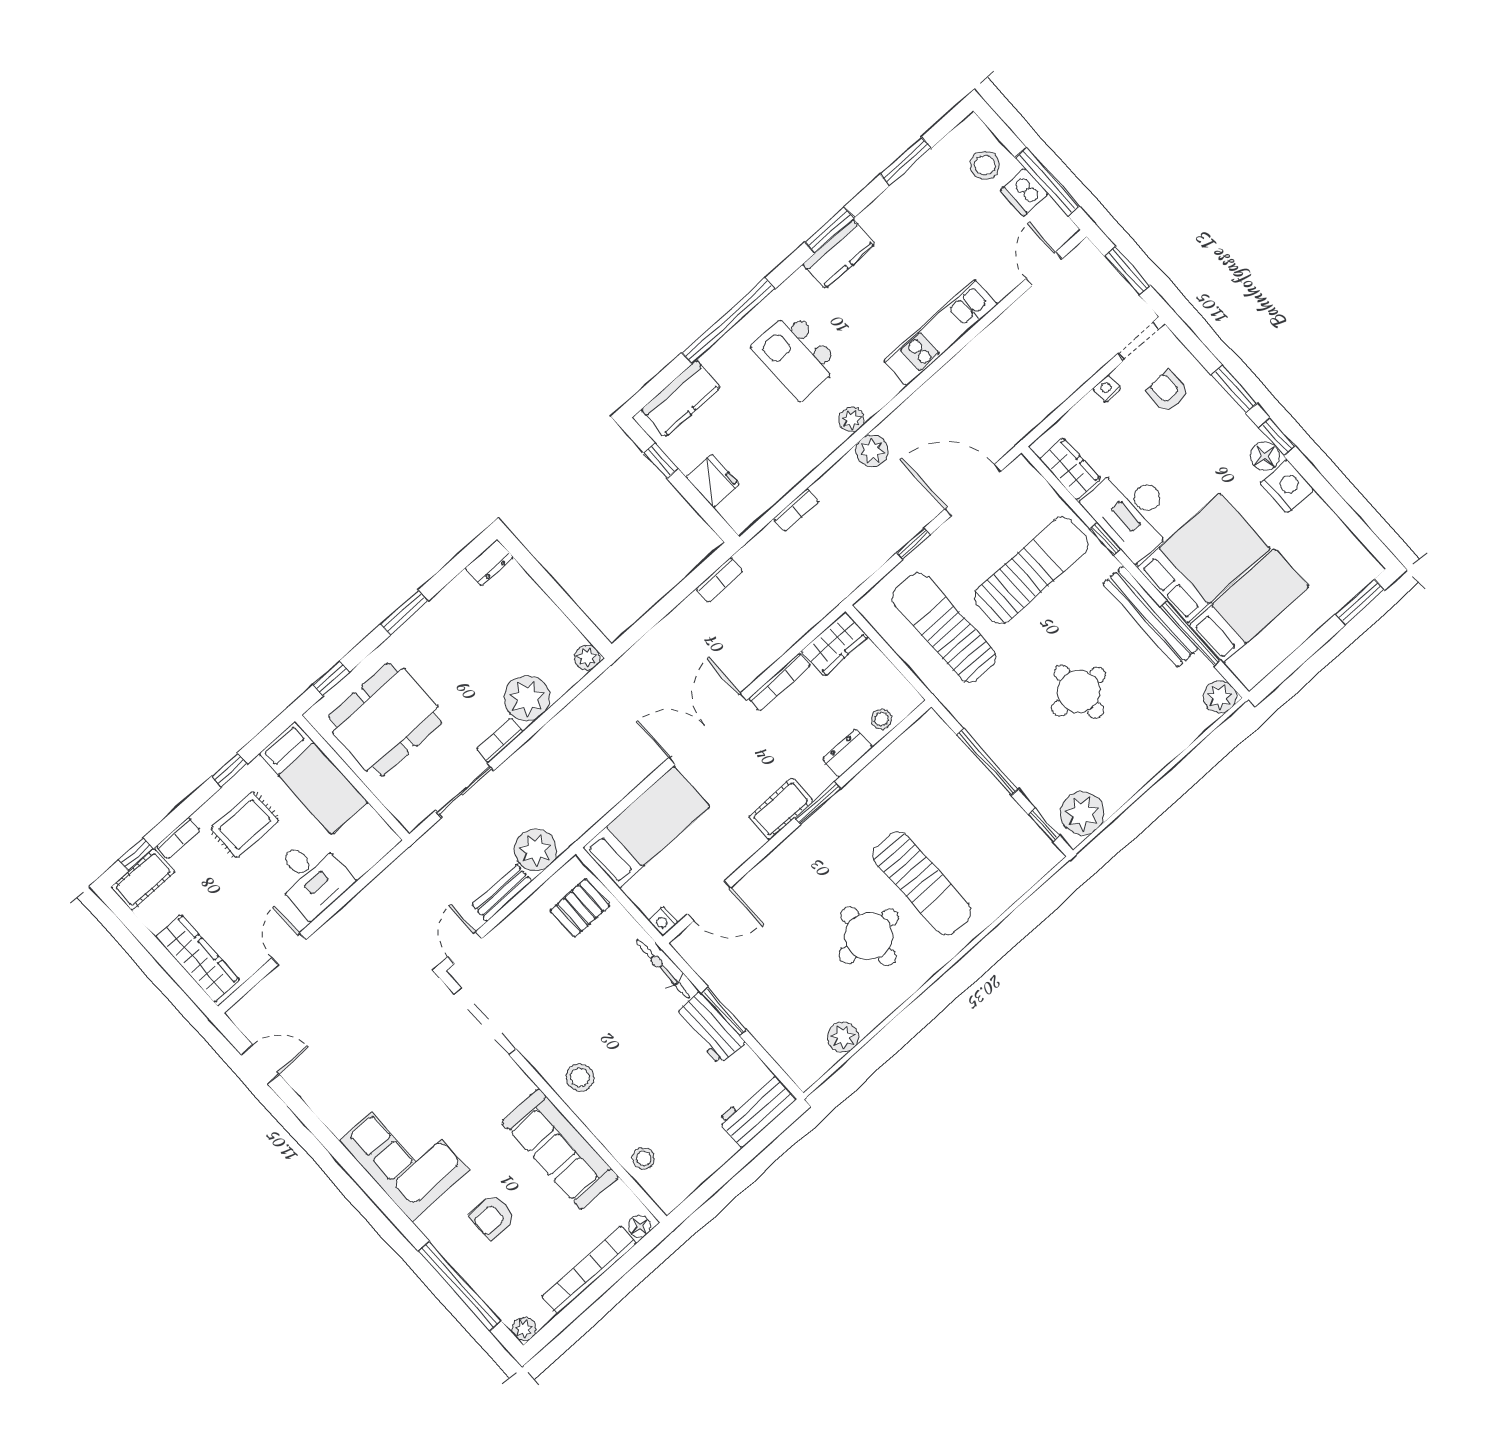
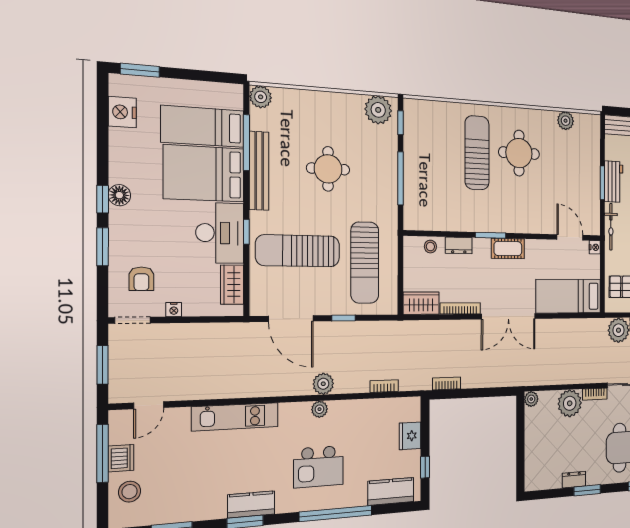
kitchen island: (796, 356) -> (318, 467), turned 90
nightstand: (1287, 486) -> (122, 112), moved
dresser: (489, 563) -> (574, 480), moved

